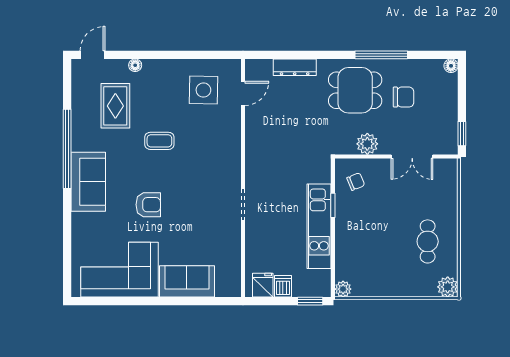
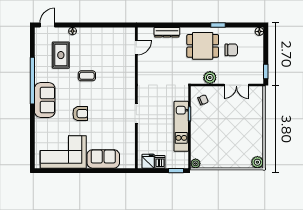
window: (381, 55) -> (218, 25), width x0.46
side table: (203, 90) -> (113, 46), removed
cafe table: (428, 241) -> (246, 135), removed

